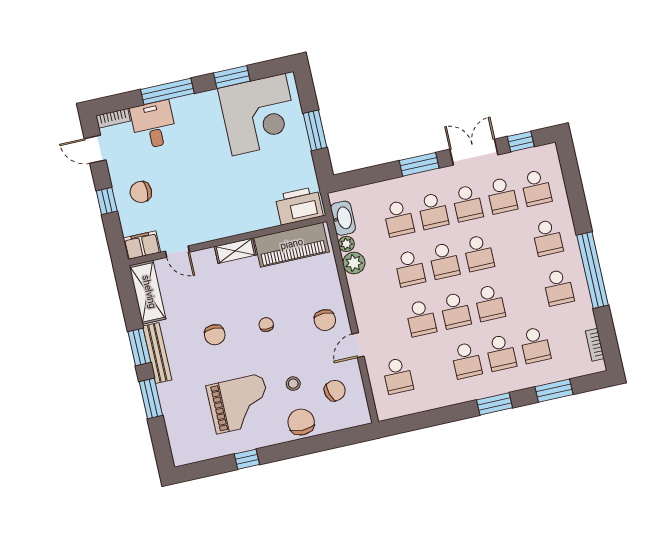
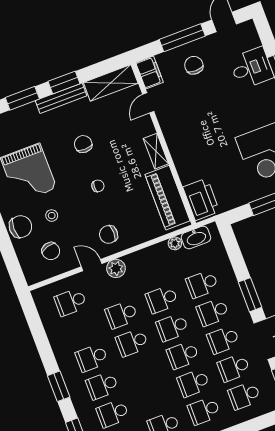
bookcase: (113, 118) -> (252, 33), removed
window: (107, 201) -> (182, 38), width x2.17
plant: (354, 263) -> (116, 268), moved
school desk: (490, 303) -> (193, 383), moved
chair: (215, 335) -> (83, 144), turned 90

